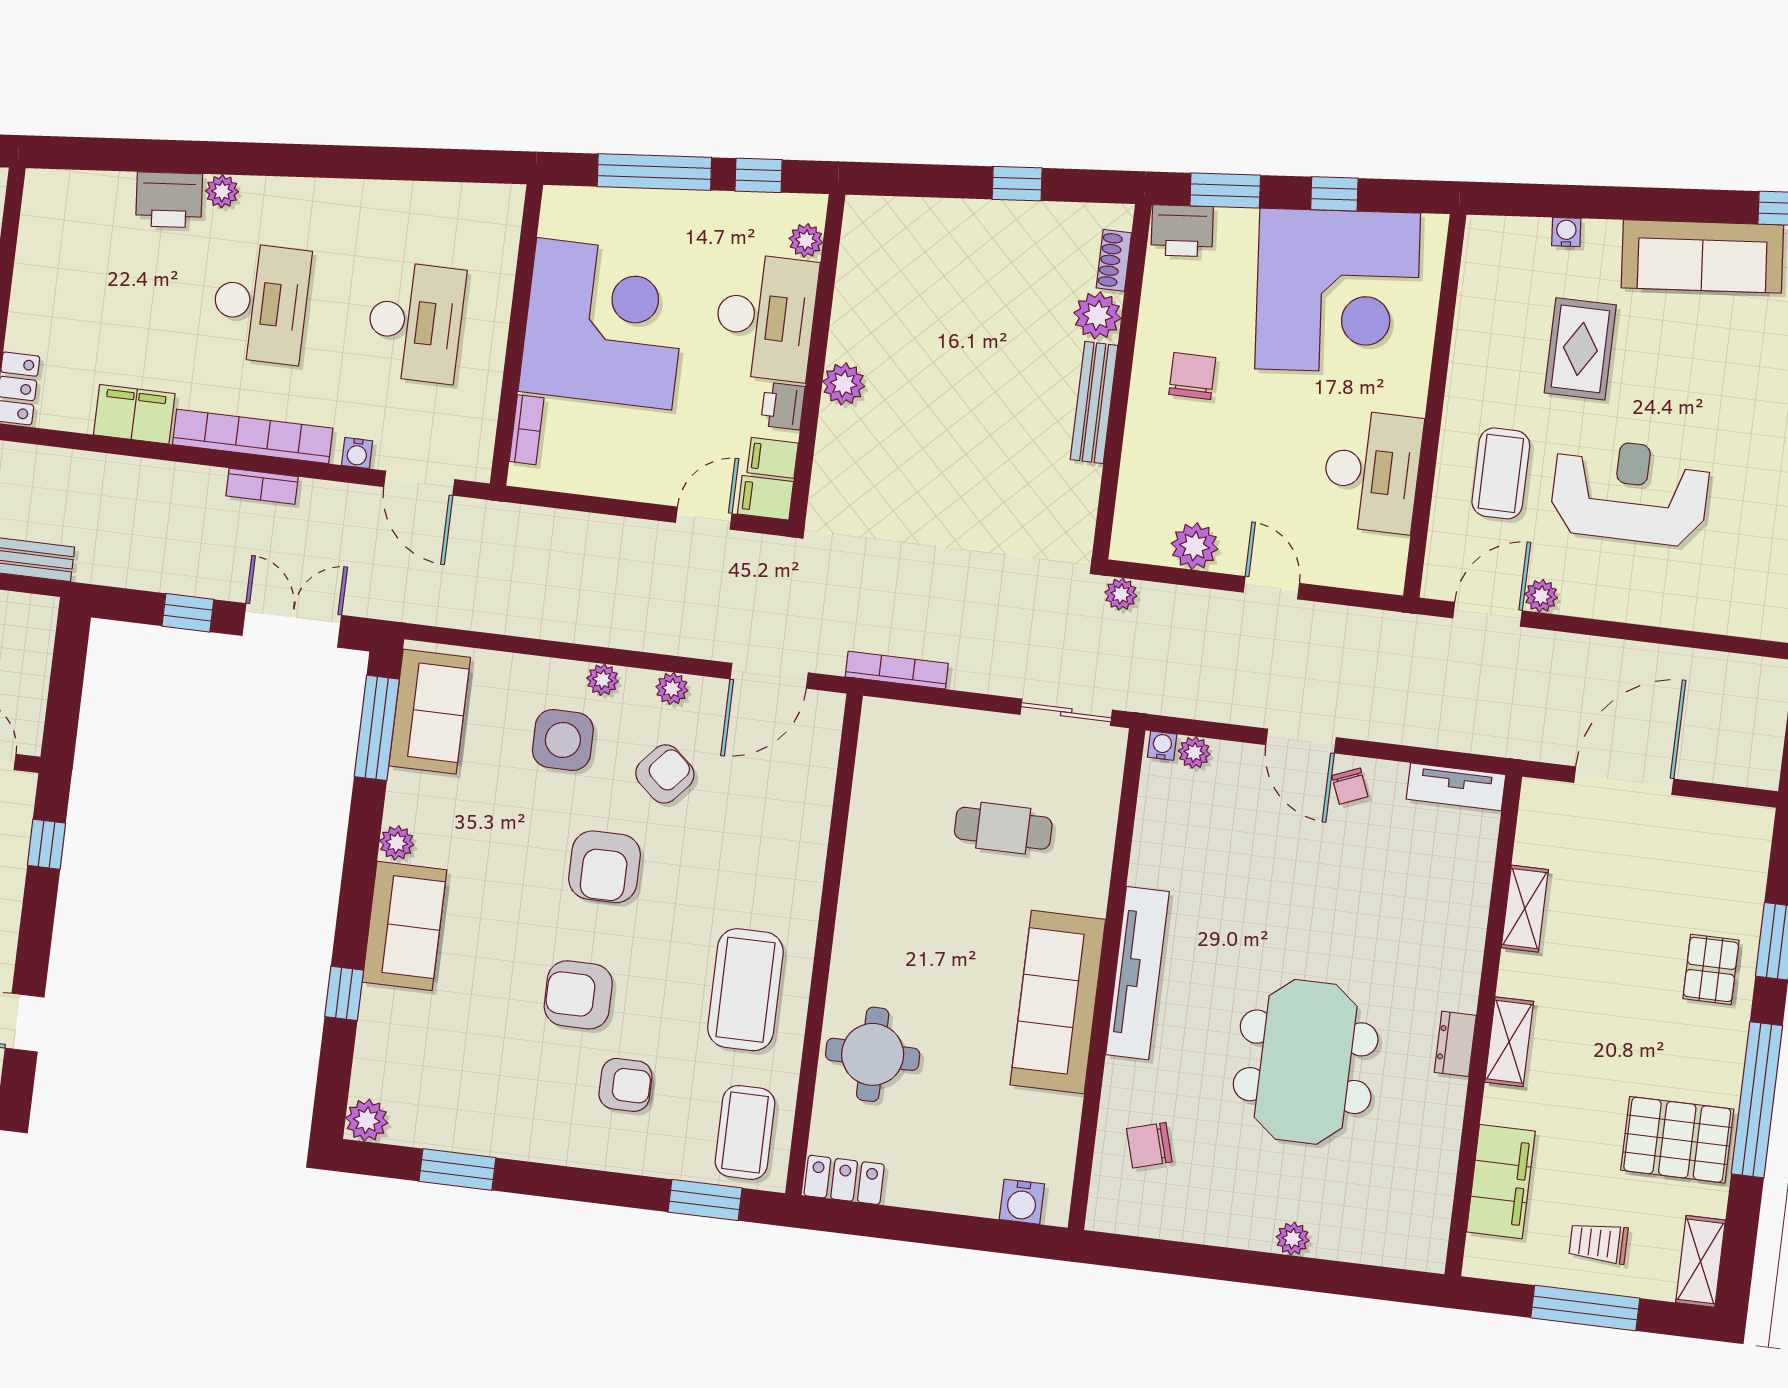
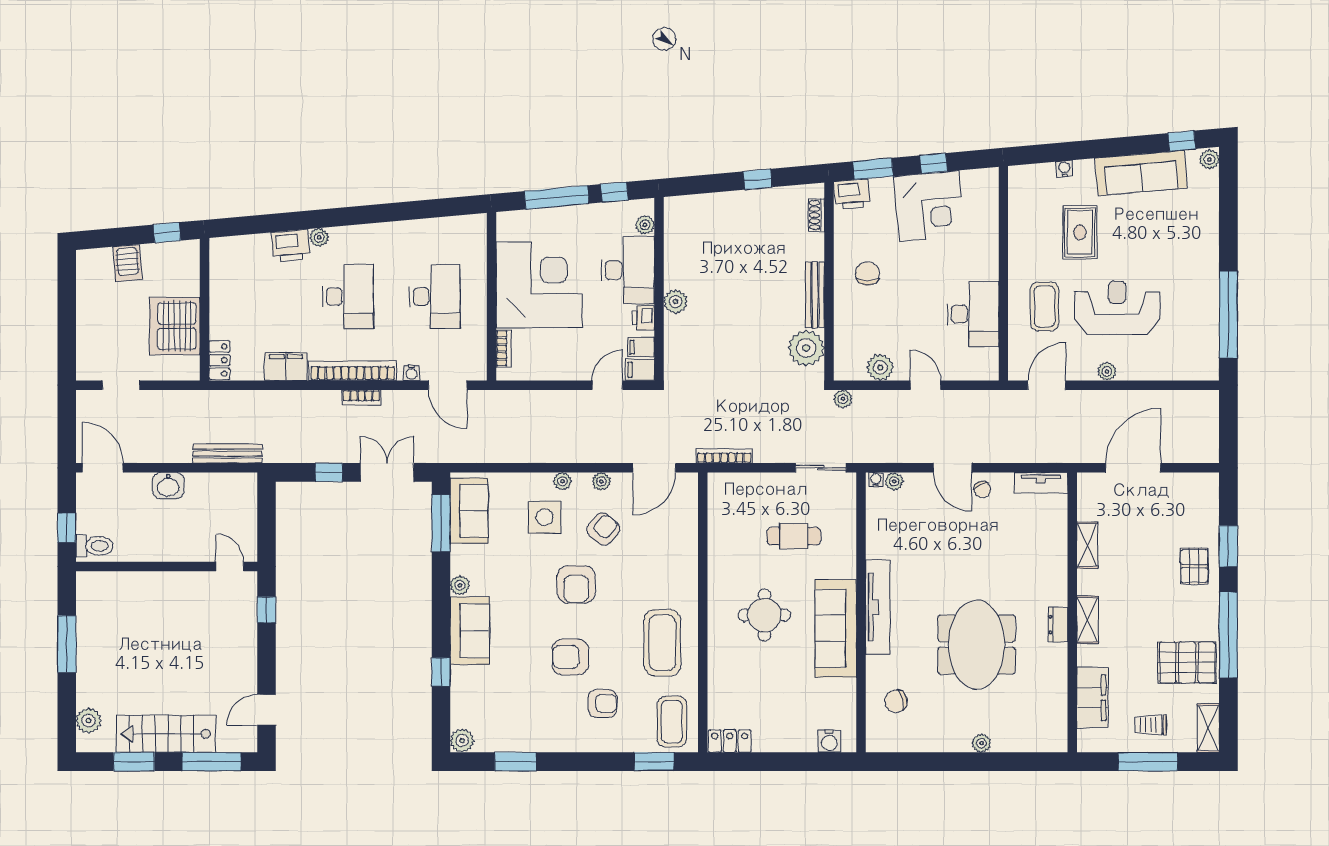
corner desk: (1338, 291) -> (929, 206), width x0.74, depth x0.74
plant: (1097, 315) -> (806, 348), moved, width x1.36, depth x1.36
plant: (1541, 596) -> (1107, 371), moved
round table: (873, 1054) -> (764, 615), moved

